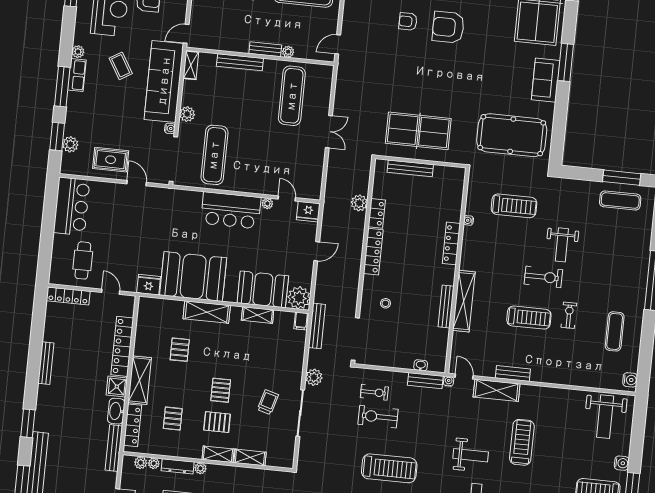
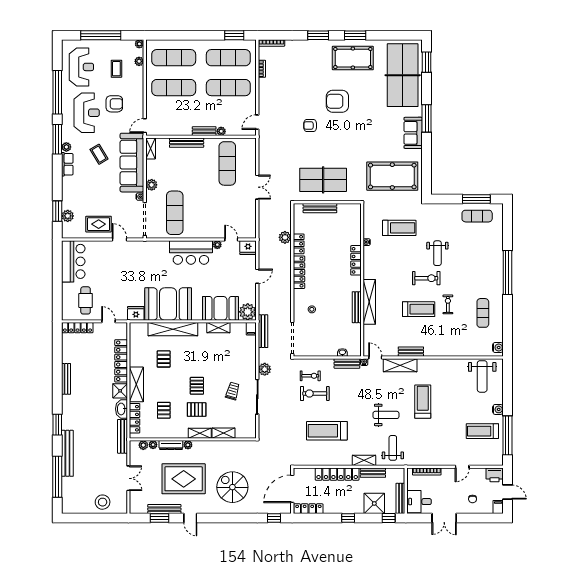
armchair: (408, 21) -> (310, 125), moved
window: (62, 87) -> (57, 139), moved
shelving: (207, 312) -> (173, 329), width x1.47
treadmill: (389, 468) -> (327, 431), turned 180

